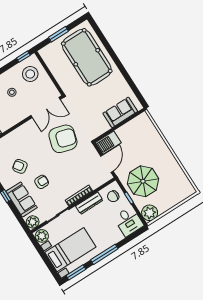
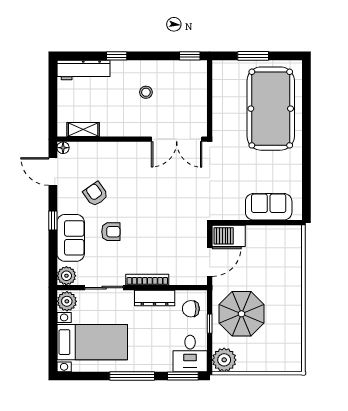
stool: (30, 74) -> (184, 84), removed
armchair: (63, 139) -> (173, 194), removed
window: (76, 272) -> (183, 376), moved

